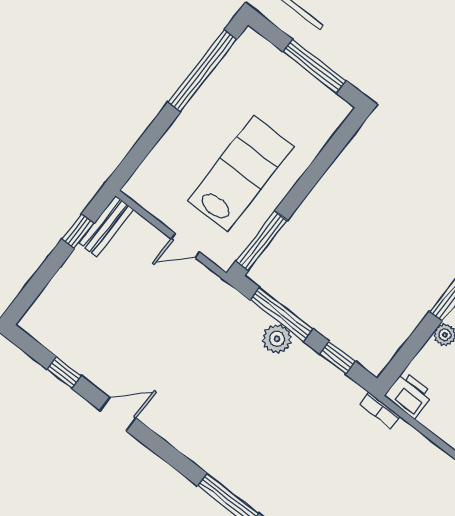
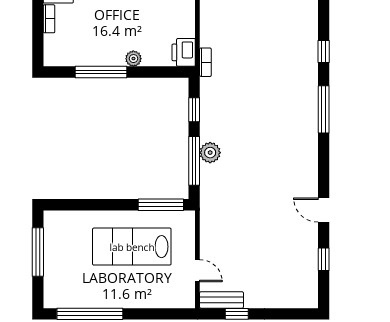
door: (185, 246) -> (197, 271), moved

